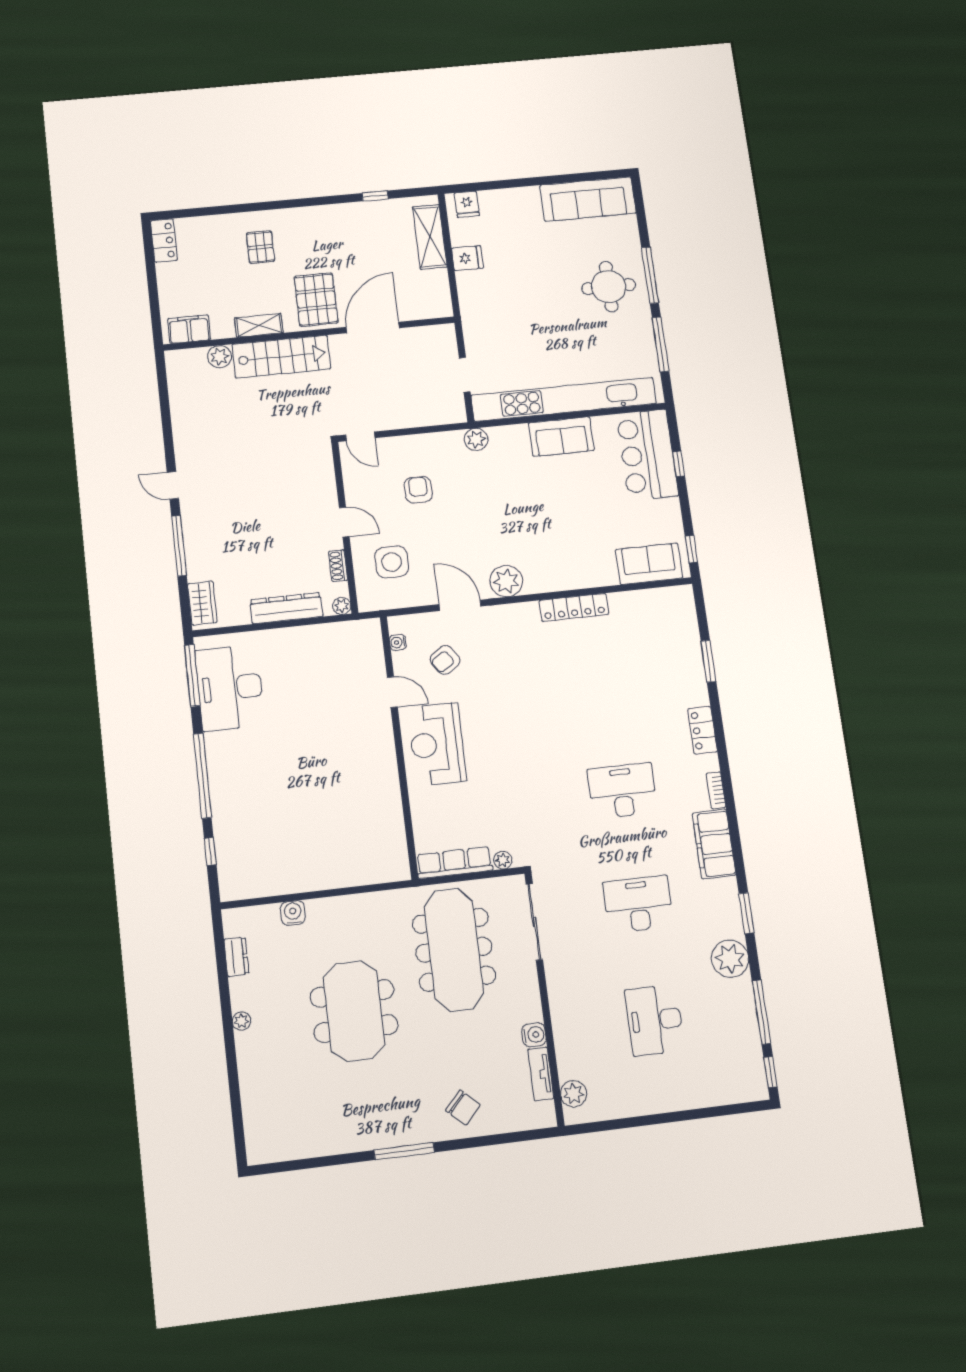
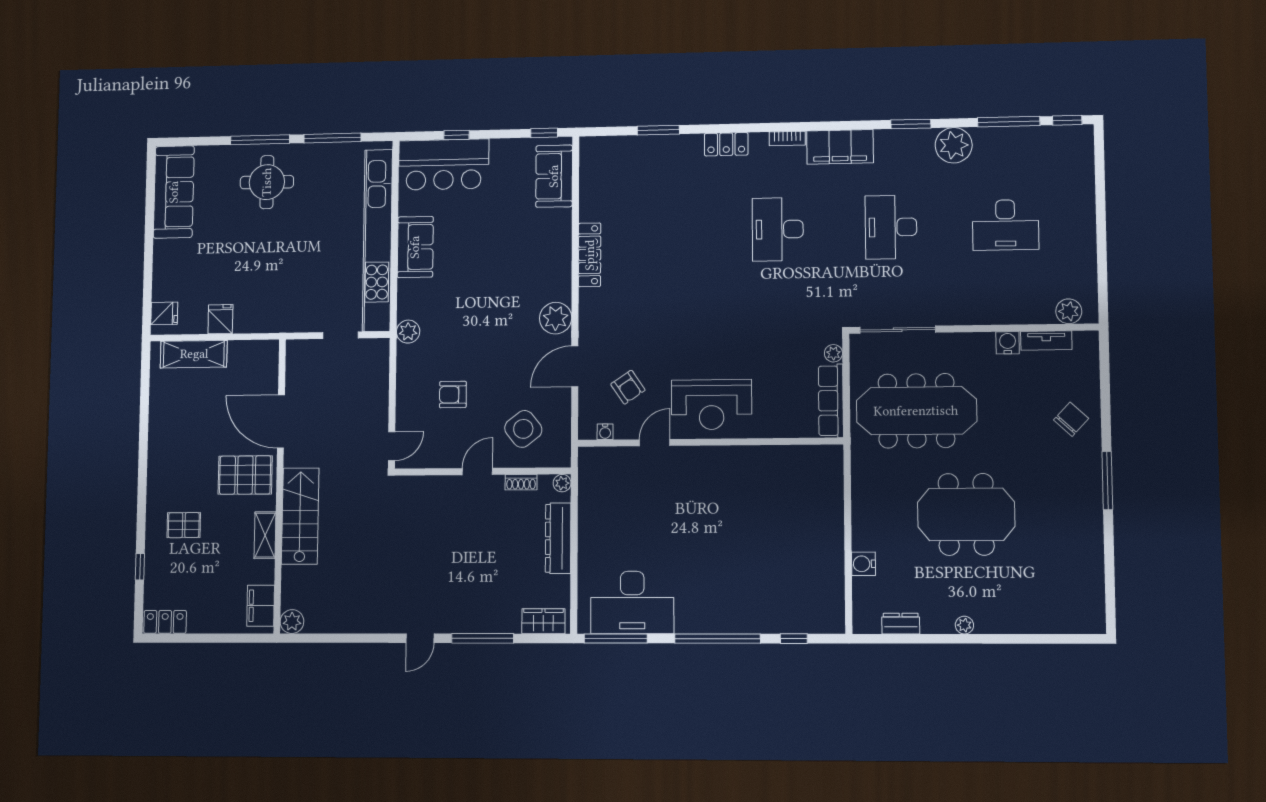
window: (375, 196) -> (140, 567), moved
plant: (220, 357) -> (292, 622), moved
side table: (392, 562) -> (523, 429), turned -38

